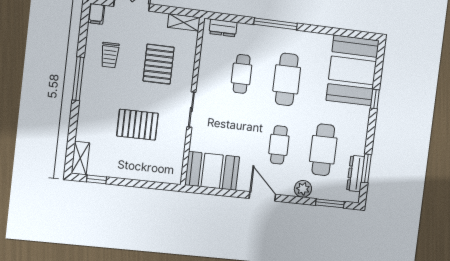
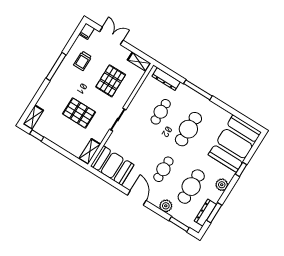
dresser: (223, 28) -> (166, 79), width x1.44
plant: (360, 129) -> (222, 185), added
shelving: (175, 167) -> (90, 152), added

